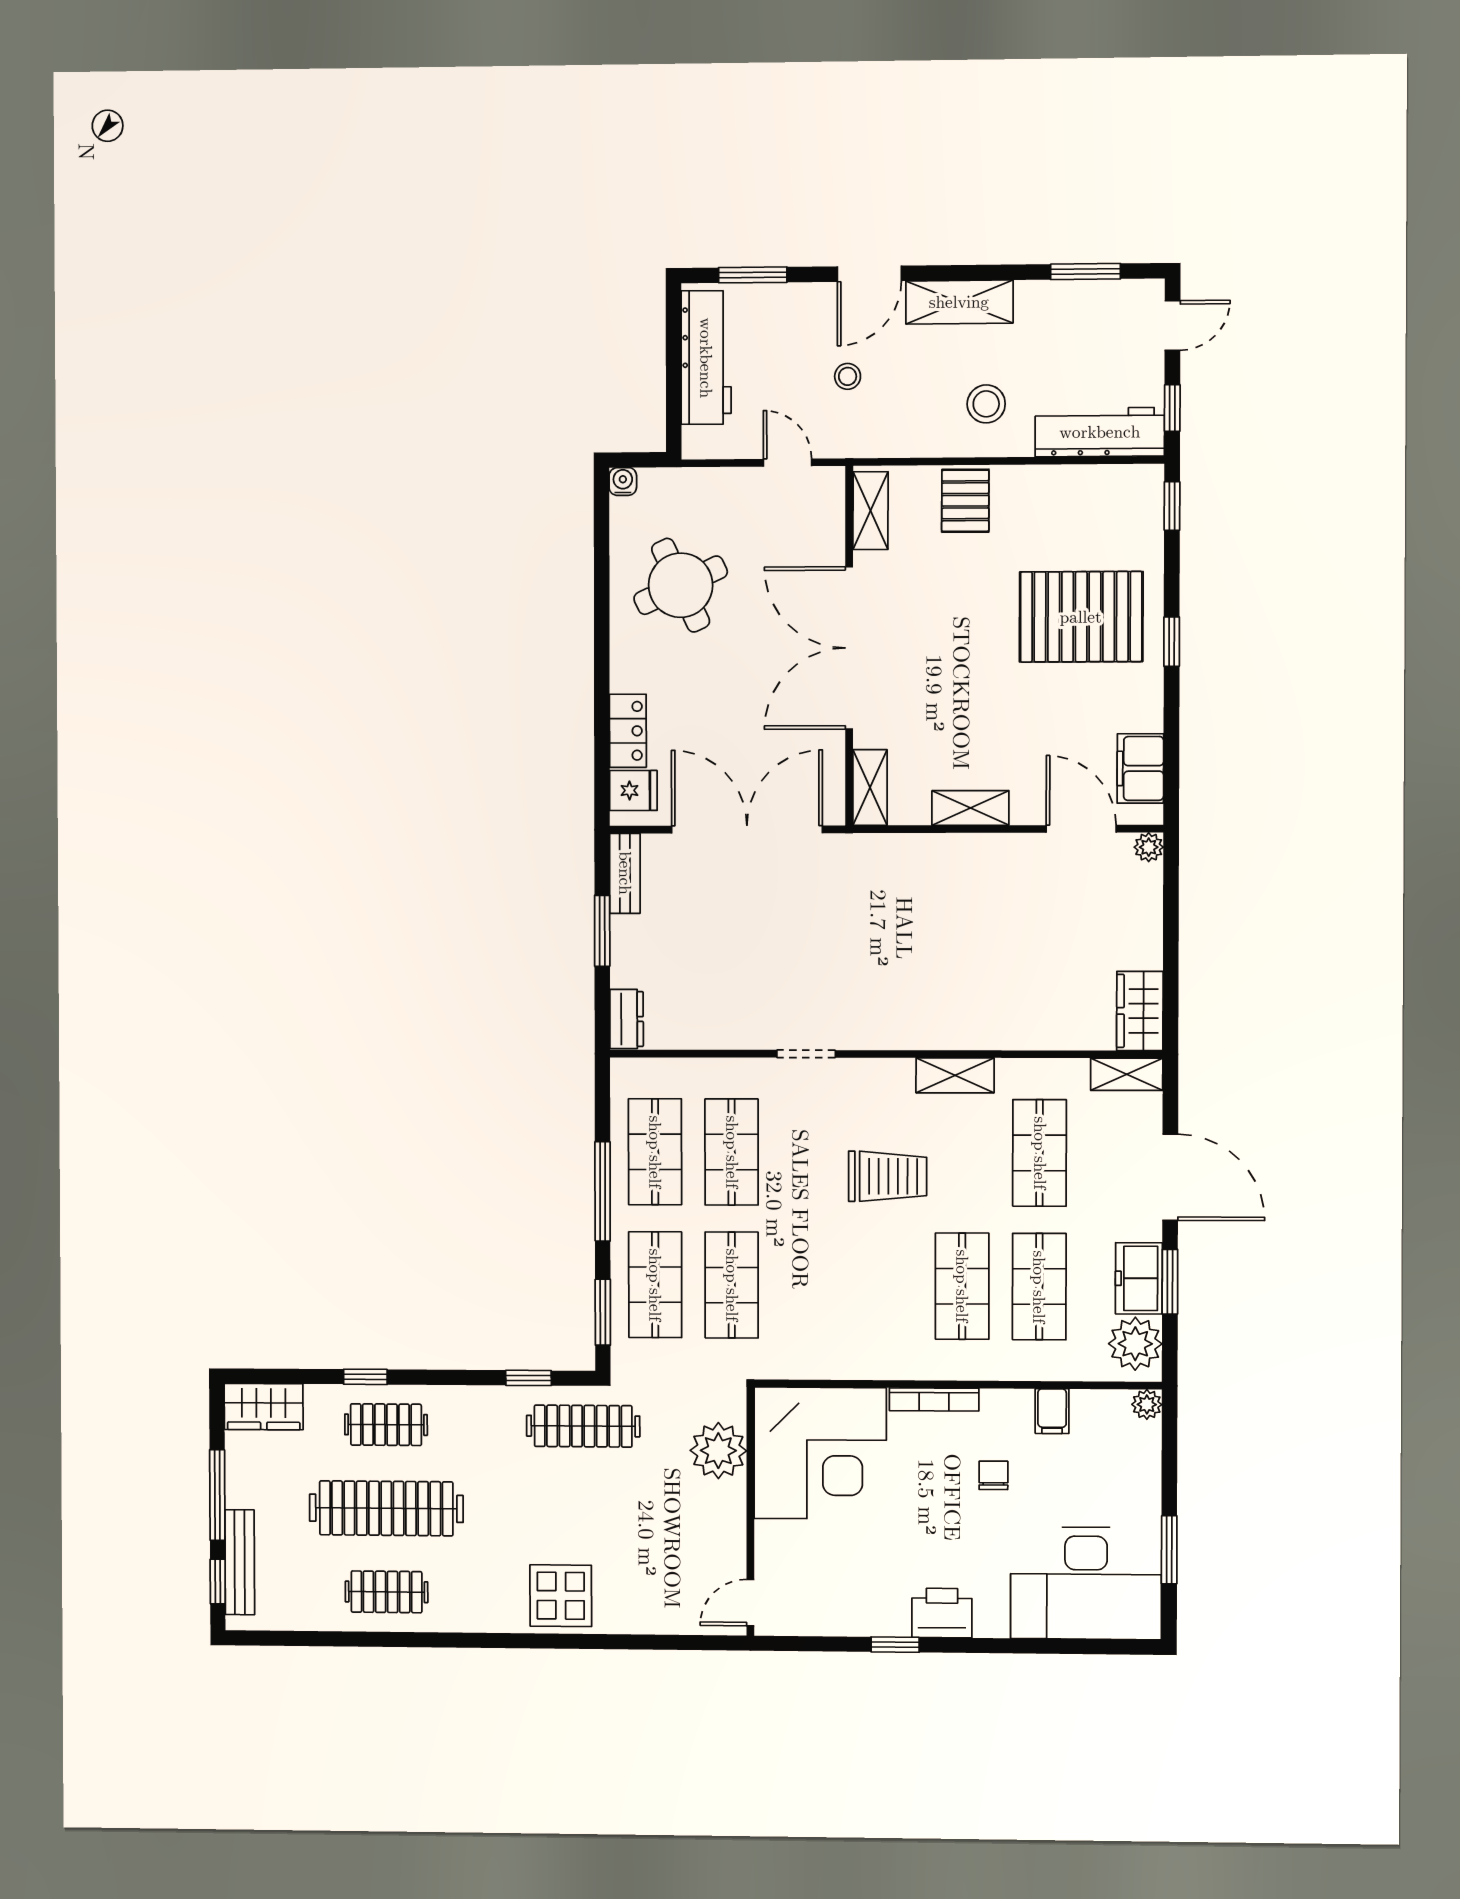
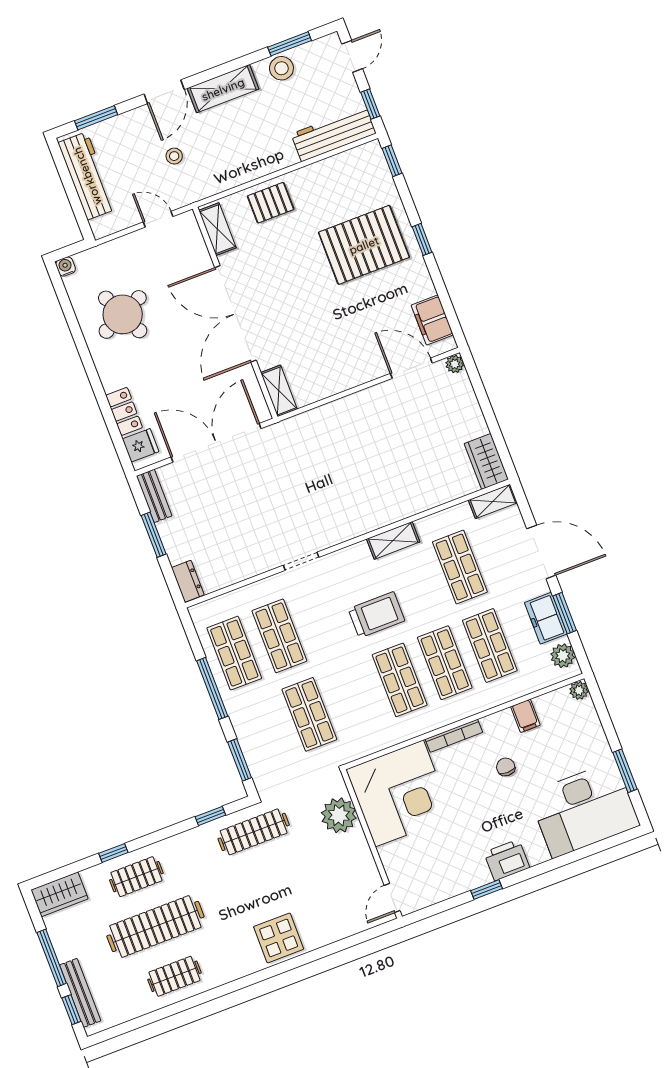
stool: (986, 404) -> (281, 68), moved
pallet: (965, 501) -> (271, 203), turned 90
shelving: (970, 808) -> (342, 381), removed
shop shelf: (655, 1285) -> (400, 680), moved
plant: (1135, 1344) -> (563, 656), width x0.73, depth x0.73

